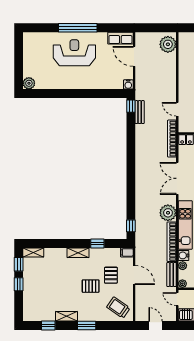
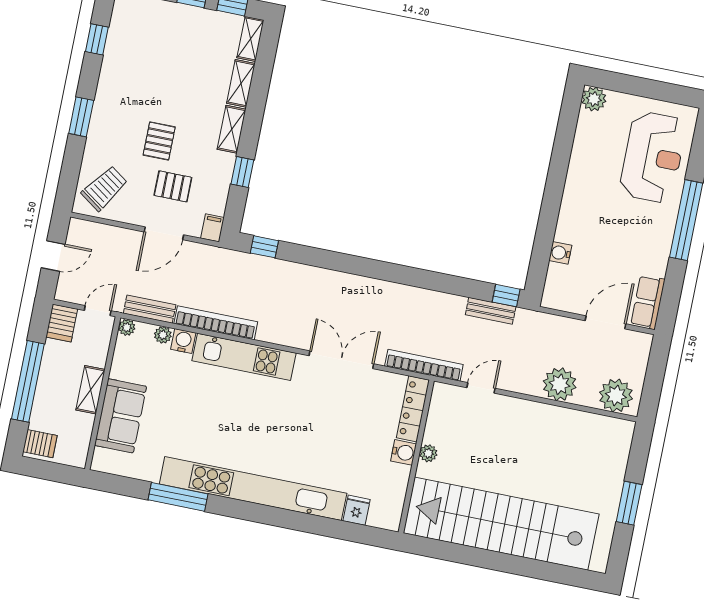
reception desk: (74, 53) -> (653, 157), moved
water cooler: (128, 84) -> (560, 253), moved
plant: (168, 213) -> (560, 384), moved
shelving: (66, 316) -> (241, 83), moved

